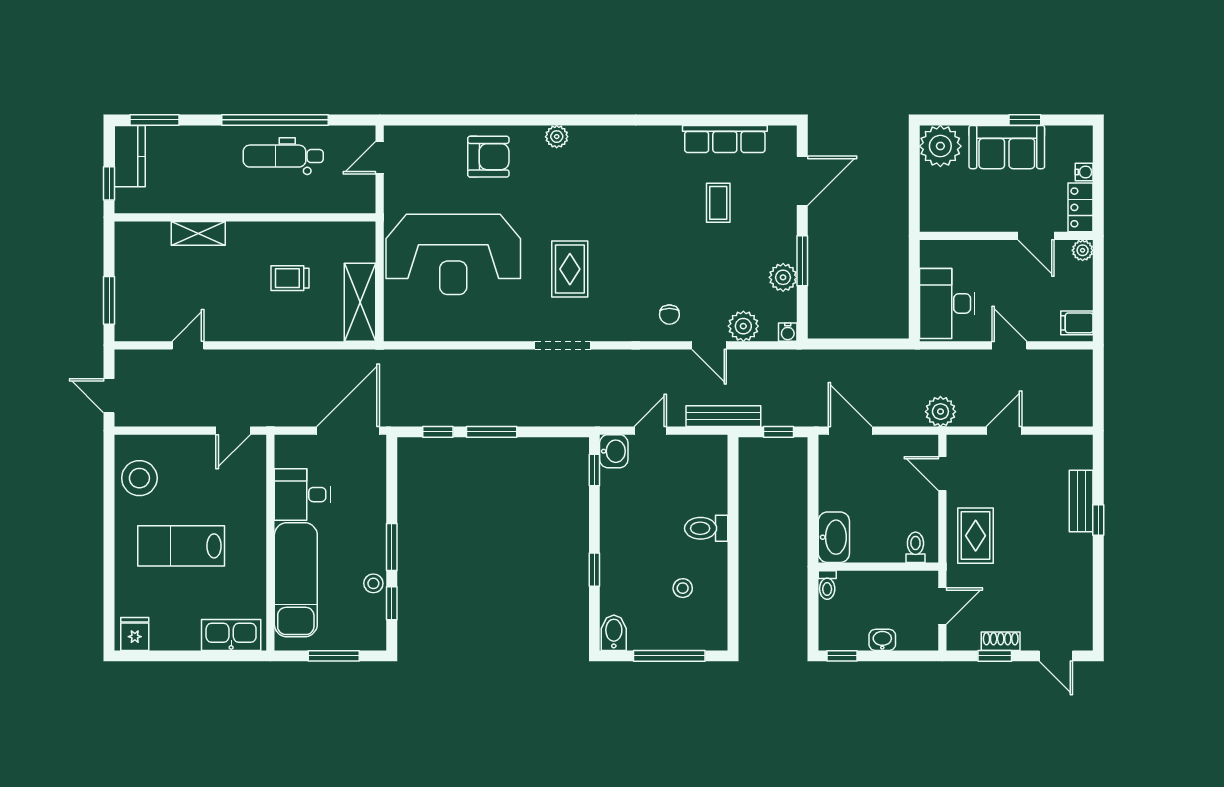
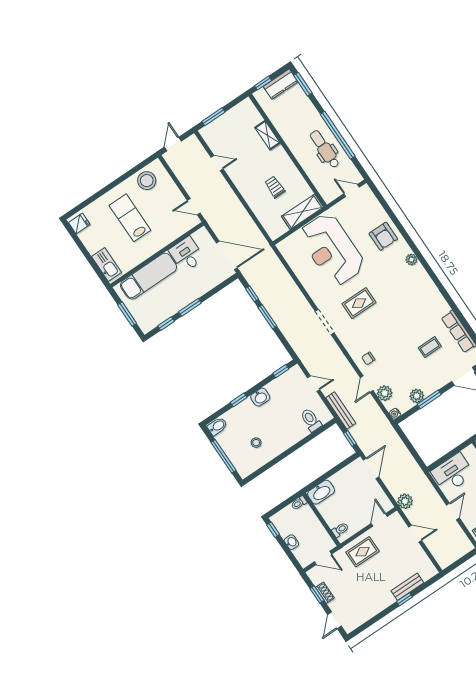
shelving: (360, 302) -> (302, 212), moved
washbasin: (614, 451) -> (260, 397), moved
toilet: (706, 528) -> (311, 420), moved
stool: (373, 583) -> (169, 310), removed

